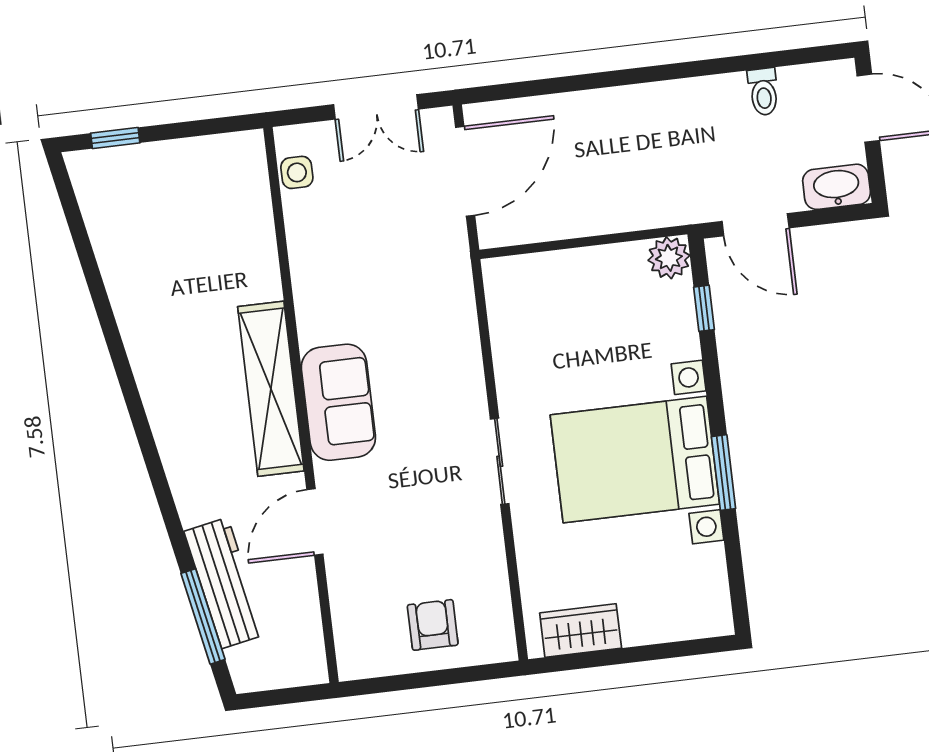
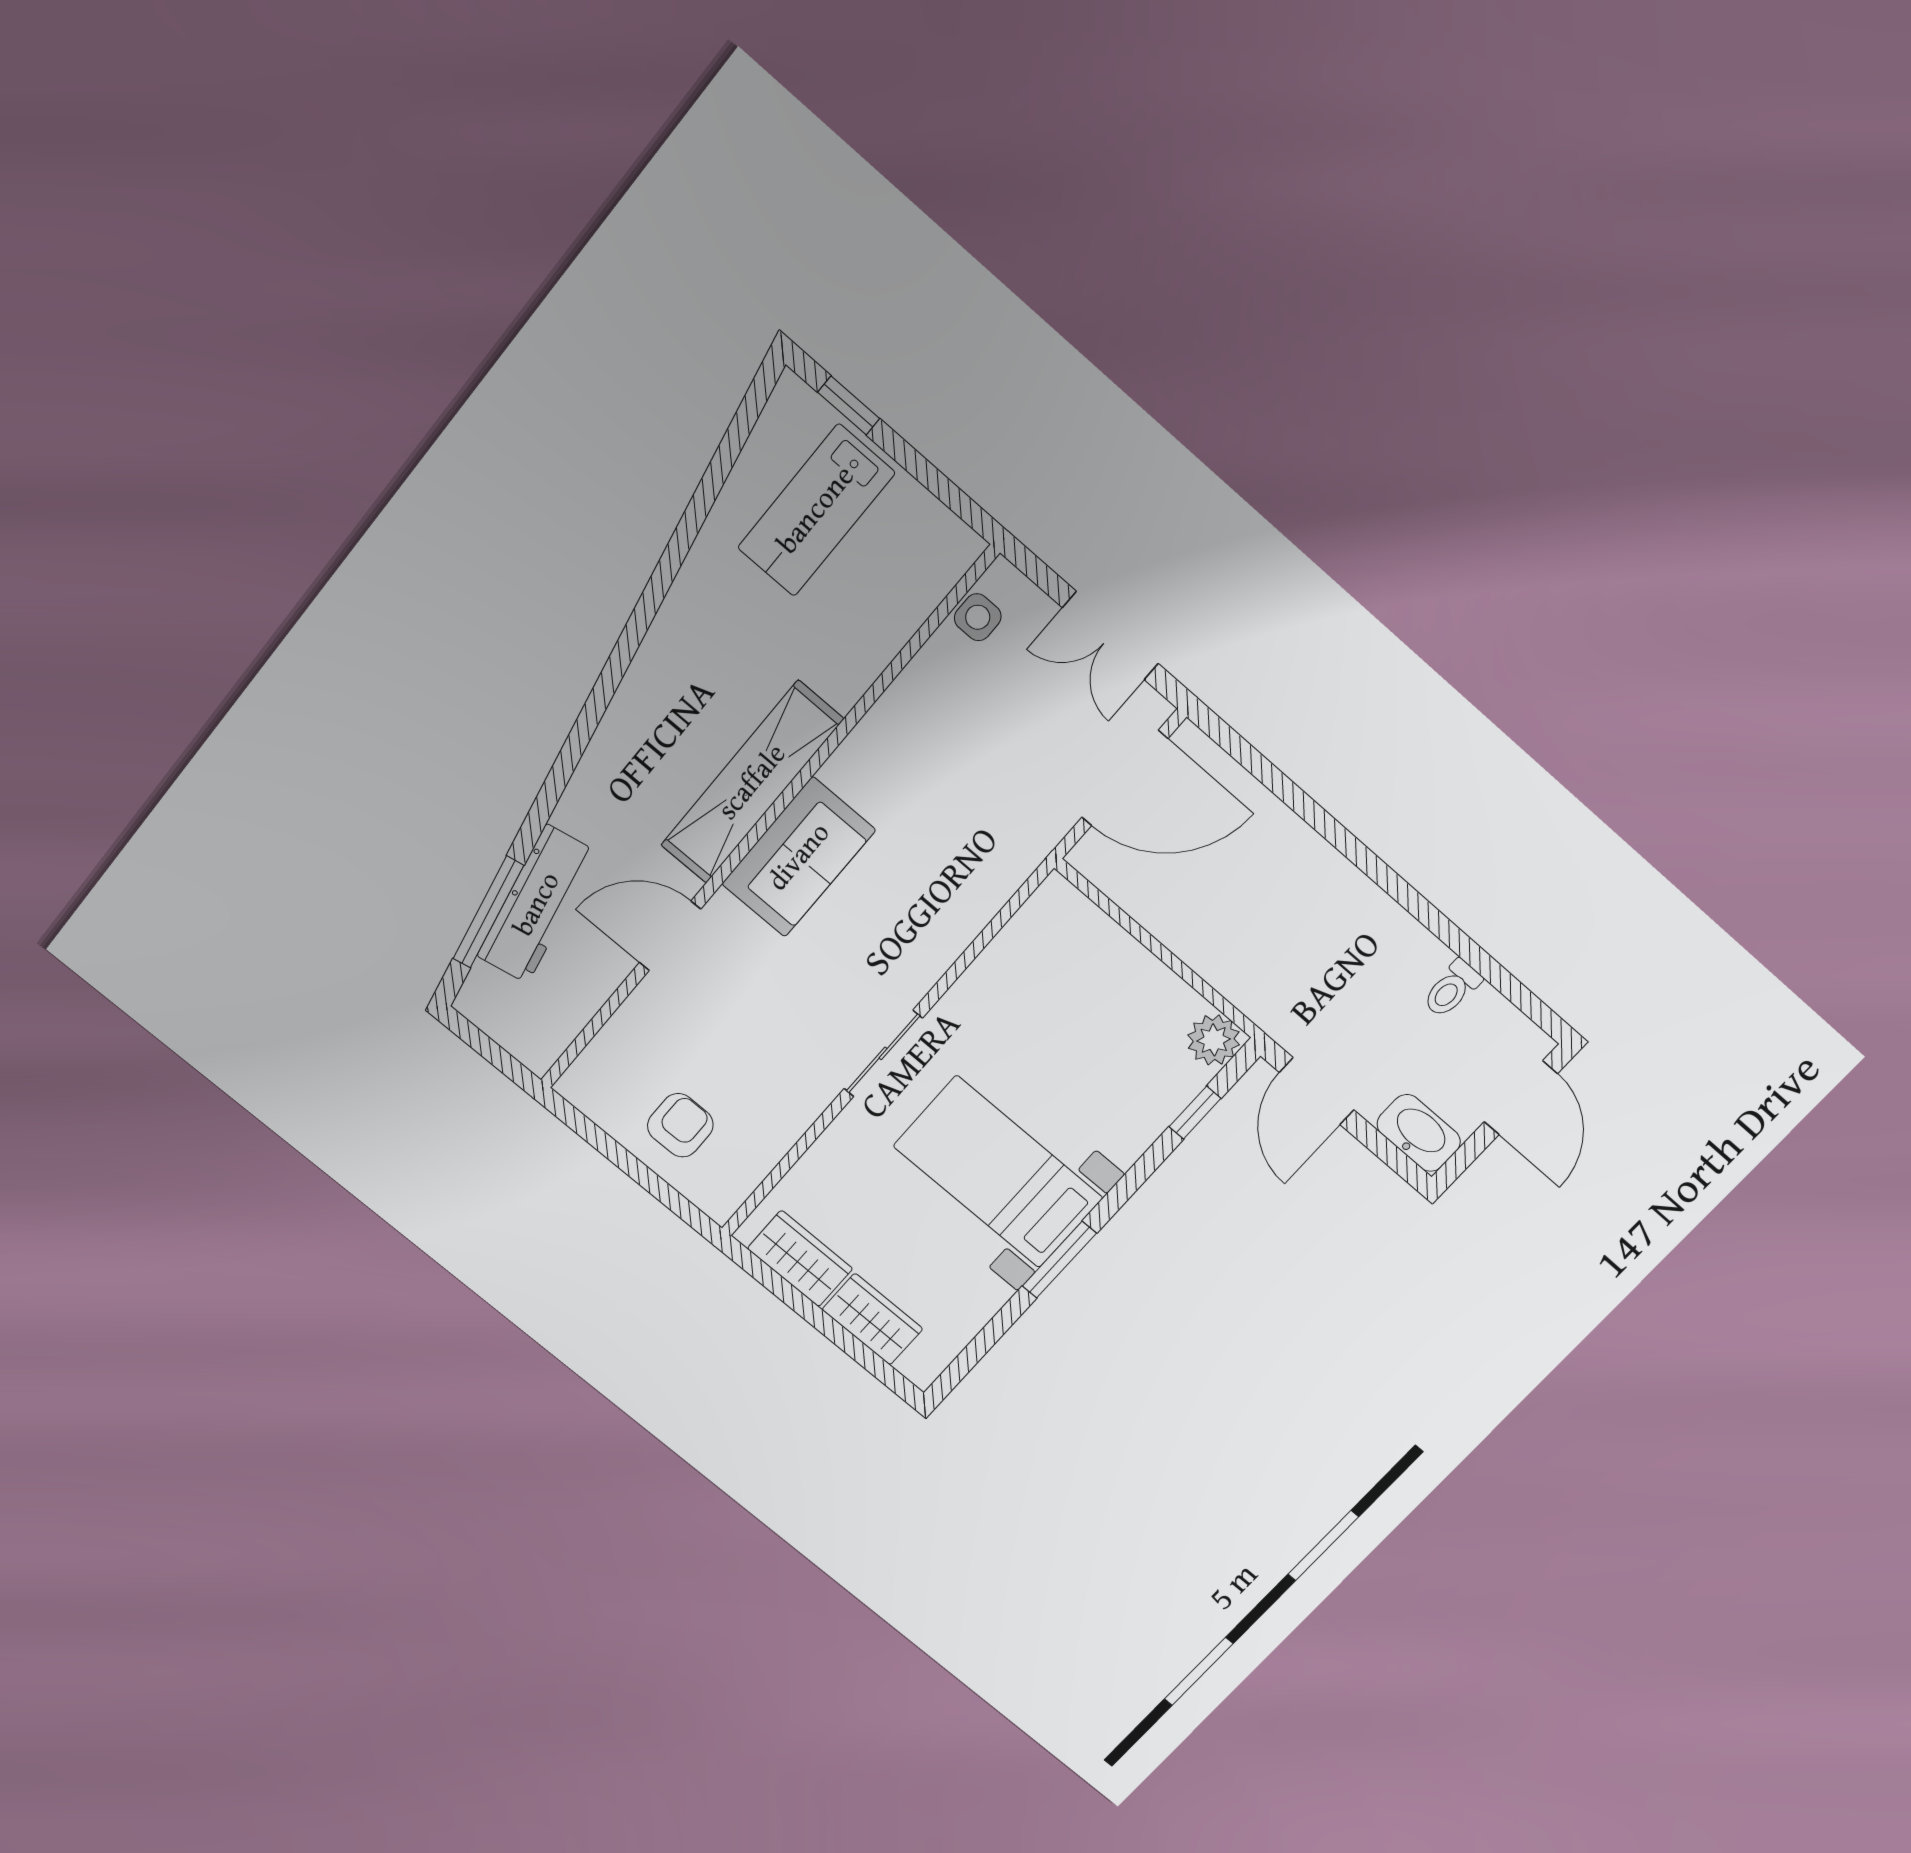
lab bench: (154, 209) -> (816, 510), added
bed with nightstands: (635, 460) -> (998, 1172), width x0.73
wardrobe: (659, 622) -> (872, 1319), added

